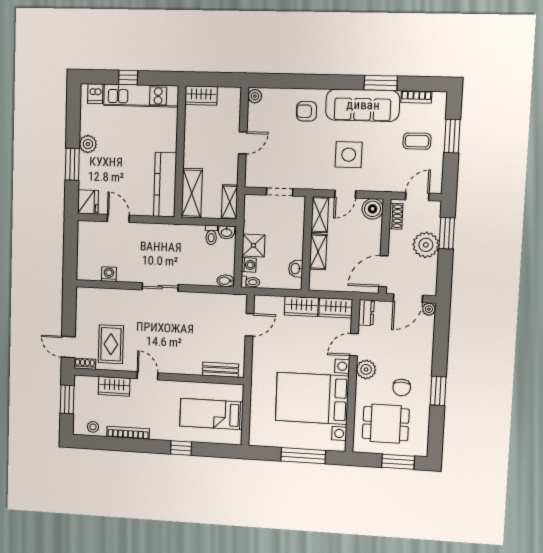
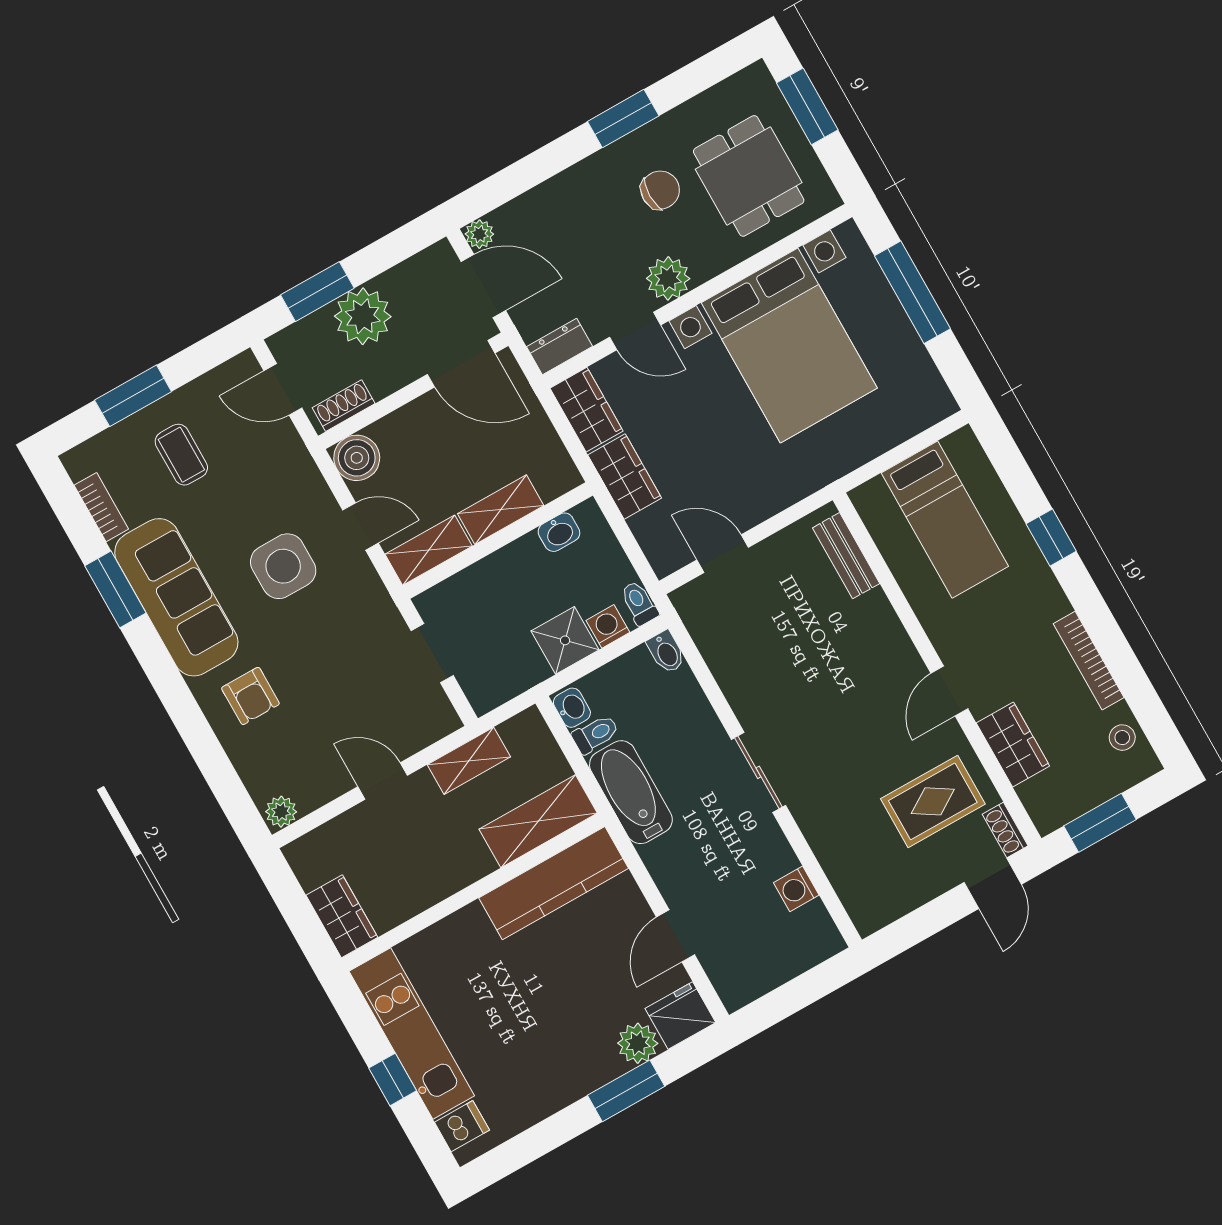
plant: (88, 144) -> (638, 1043), moved
shelving: (230, 202) -> (469, 761), moved
bathtub: (181, 235) -> (631, 792), added

